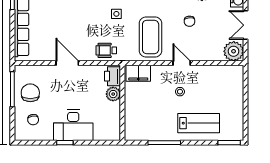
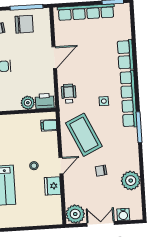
coffee table: (151, 37) -> (84, 135), turned 65
filing cabinet: (138, 73) -> (49, 125), width x0.50
fridge: (202, 73) -> (53, 186), added

